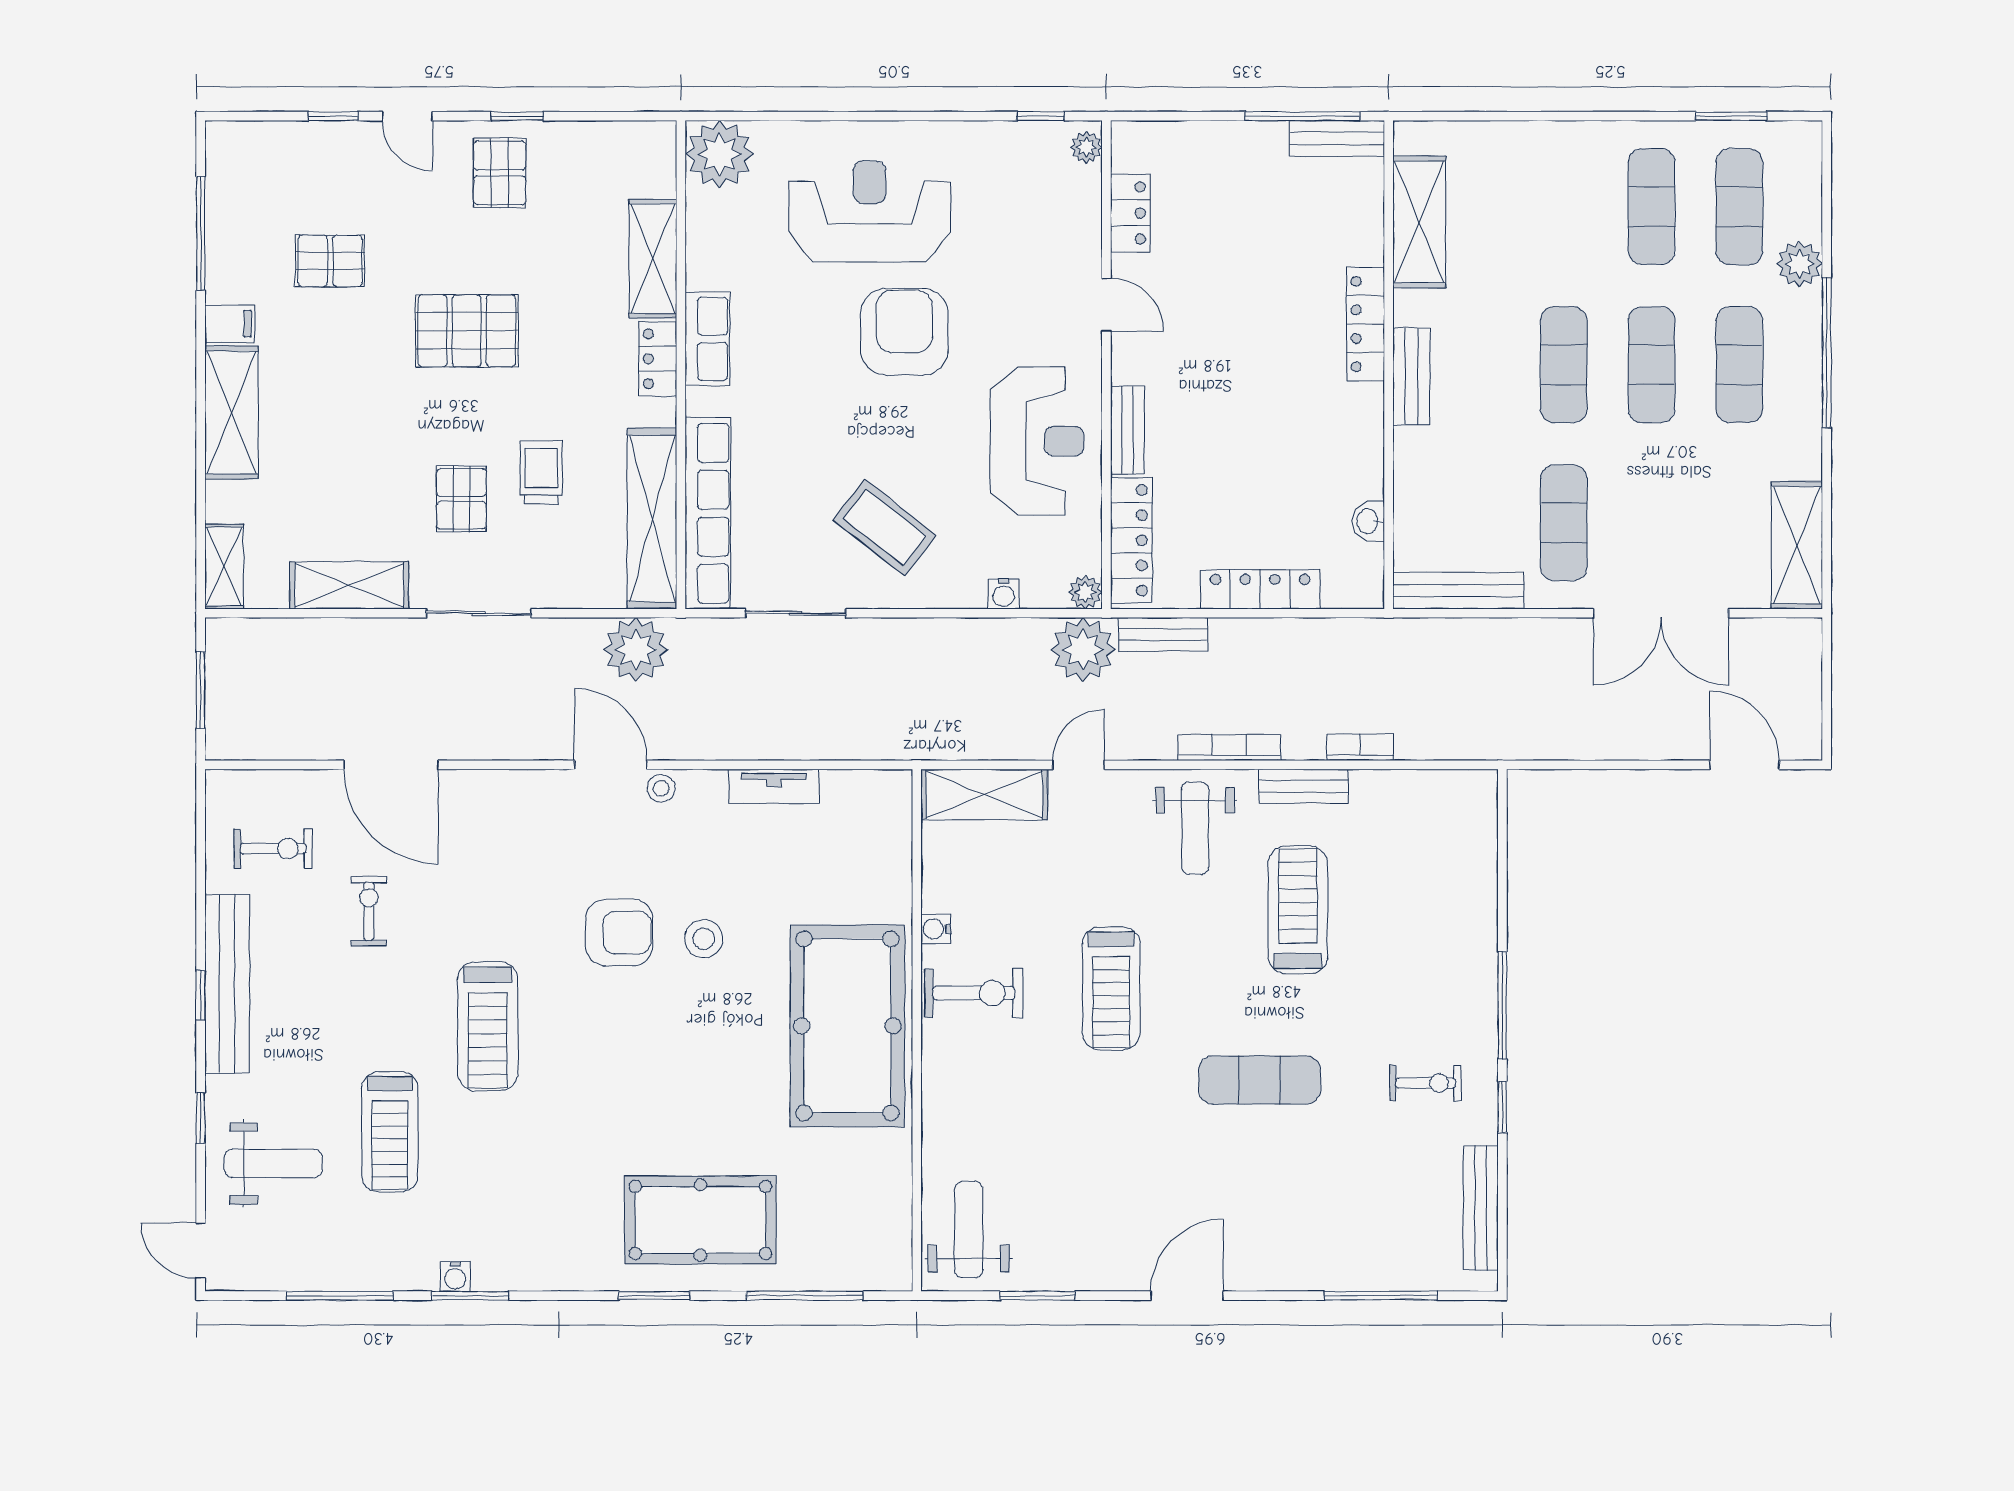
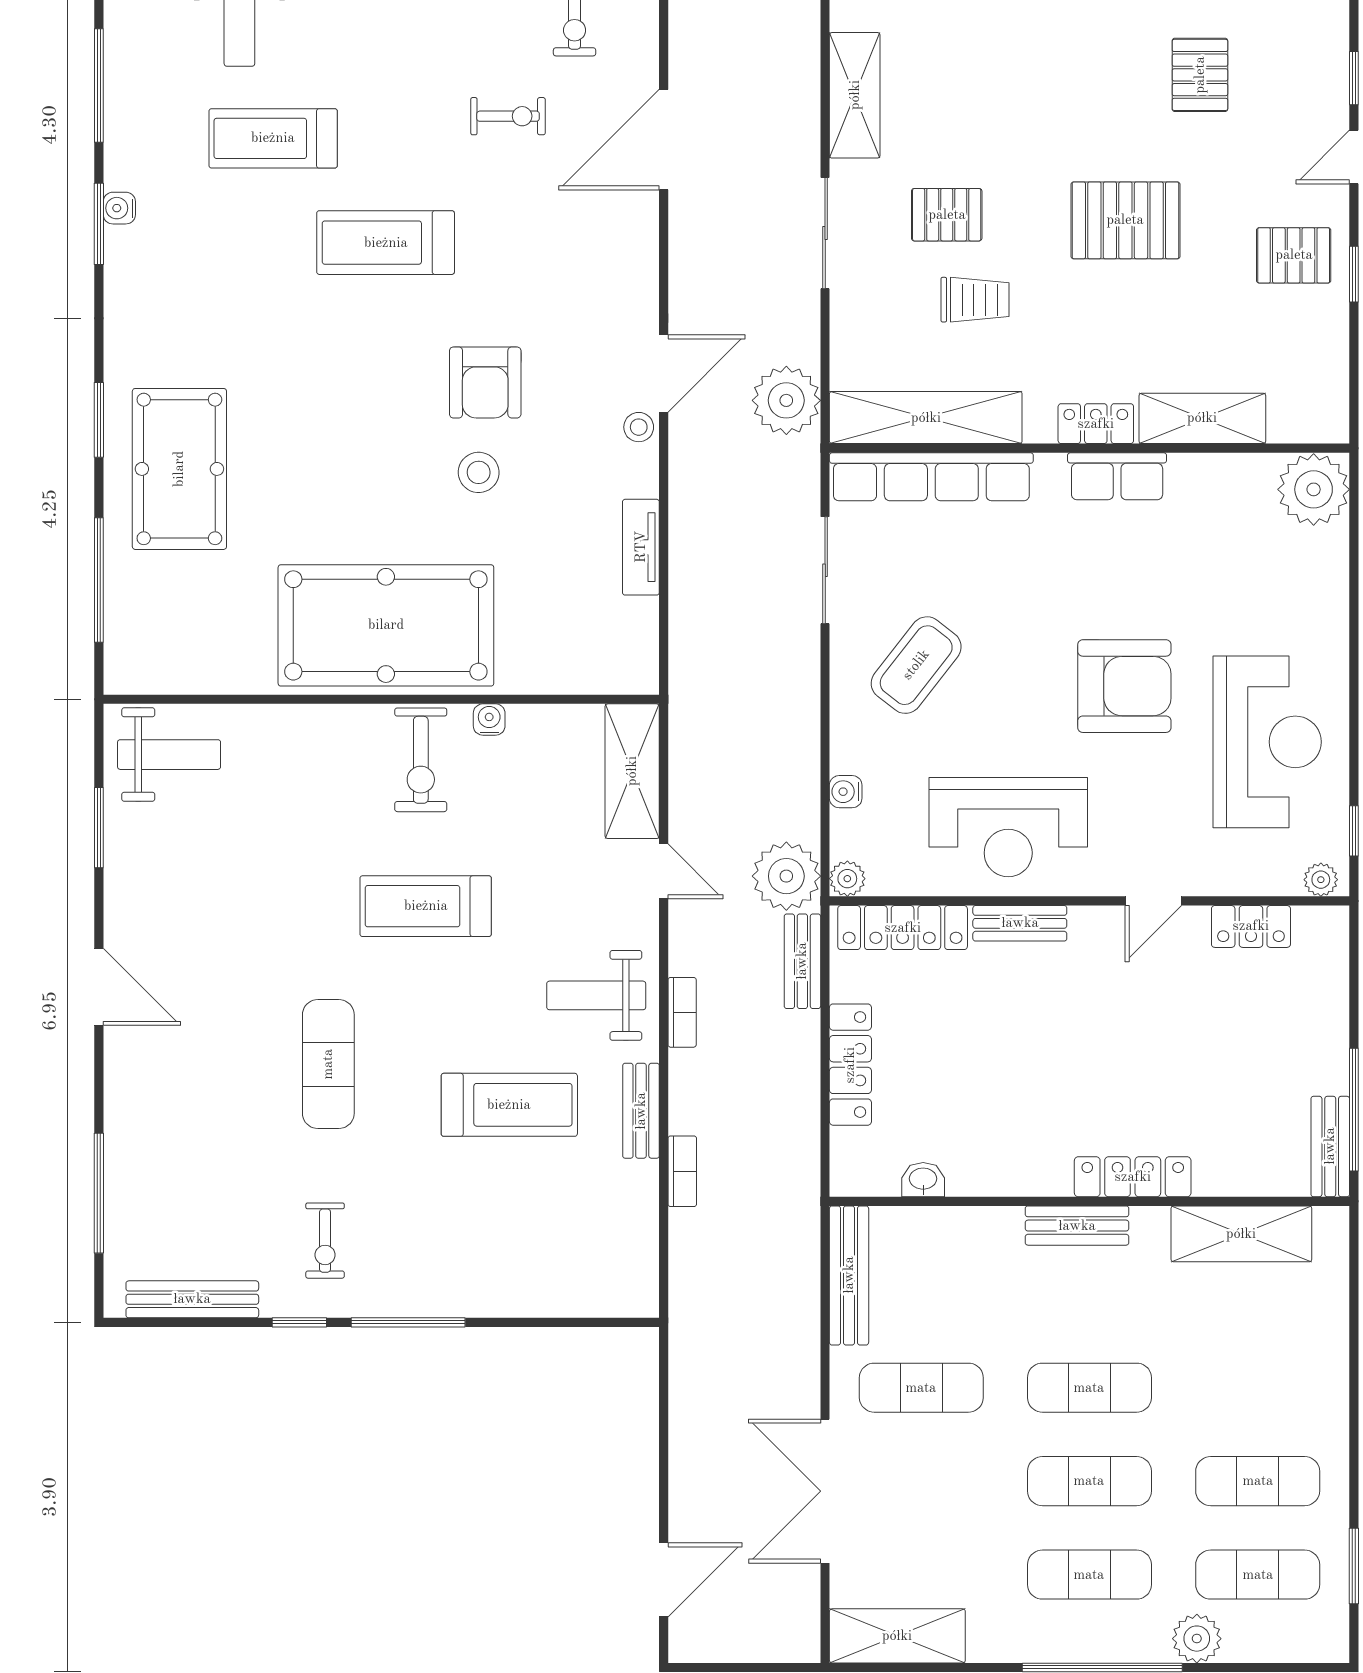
reception desk: (869, 212) -> (1267, 742), moved
pallet: (467, 331) -> (1125, 220), turned 90
bookcase: (1229, 748) -> (682, 1012), width x0.64

